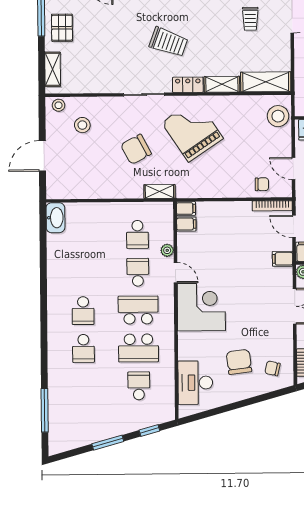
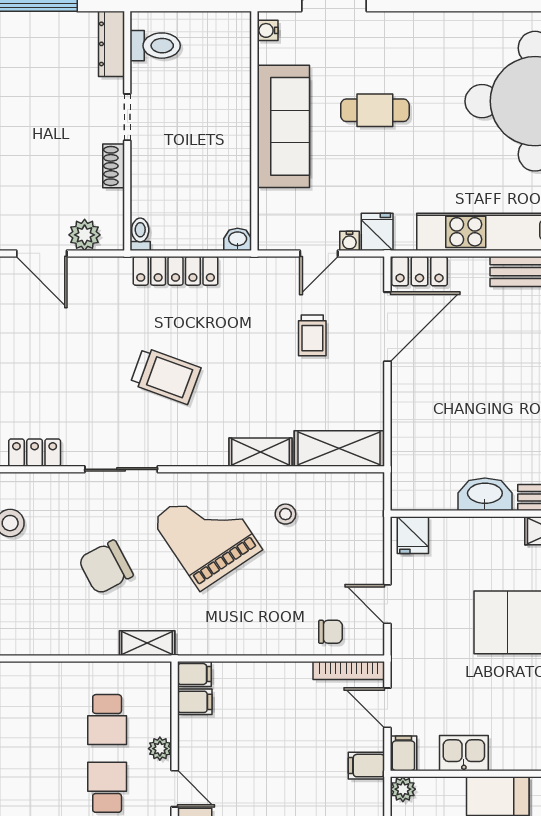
locker: (188, 85) -> (35, 453), moved
stool: (278, 116) -> (285, 514), moved, width x0.53, depth x0.53

